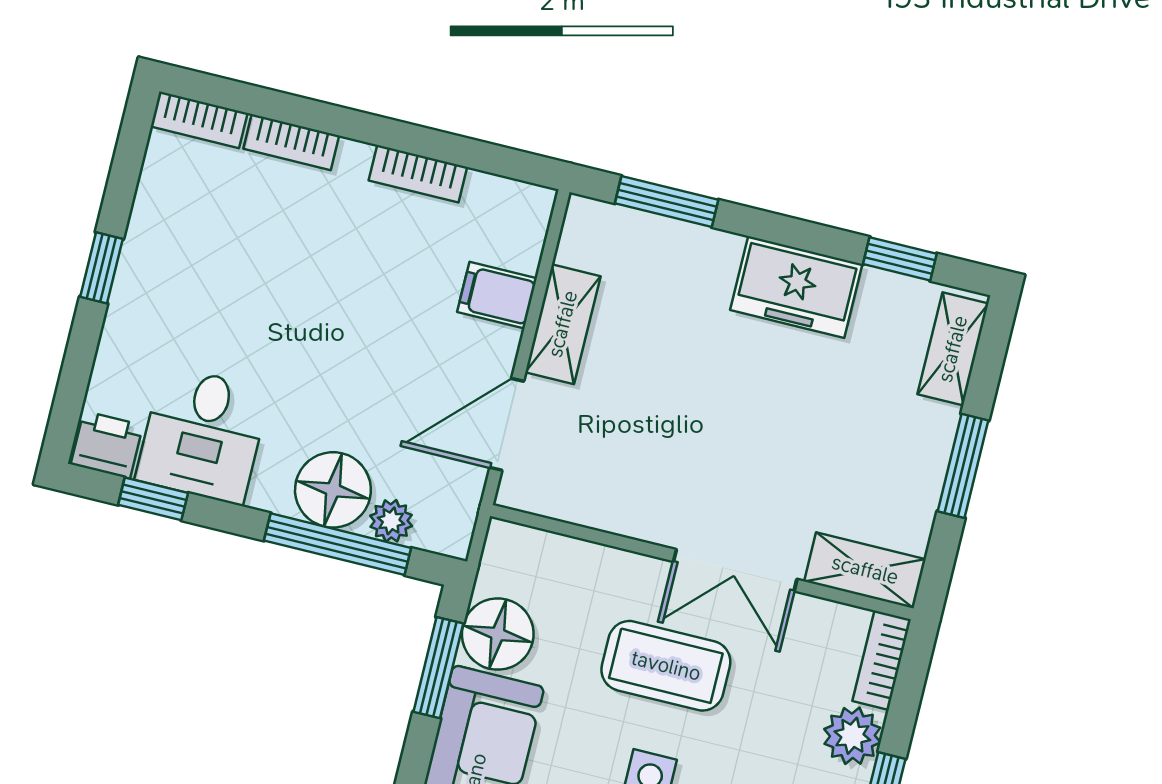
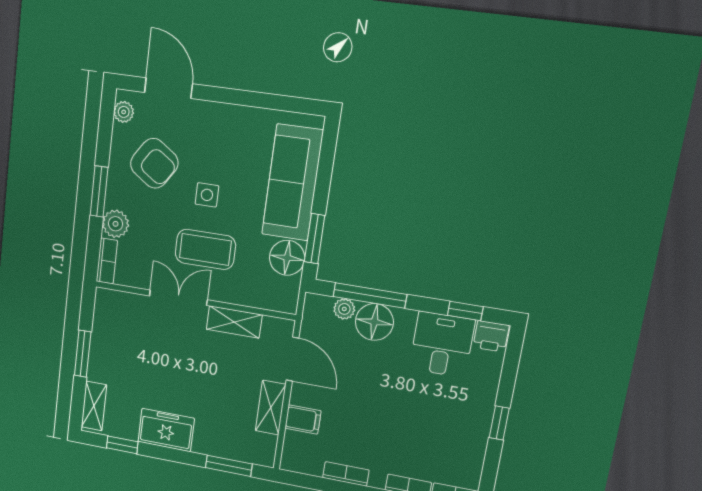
door: (507, 424) -> (293, 359), hinge flipped
shelving: (865, 570) -> (234, 322), moved

